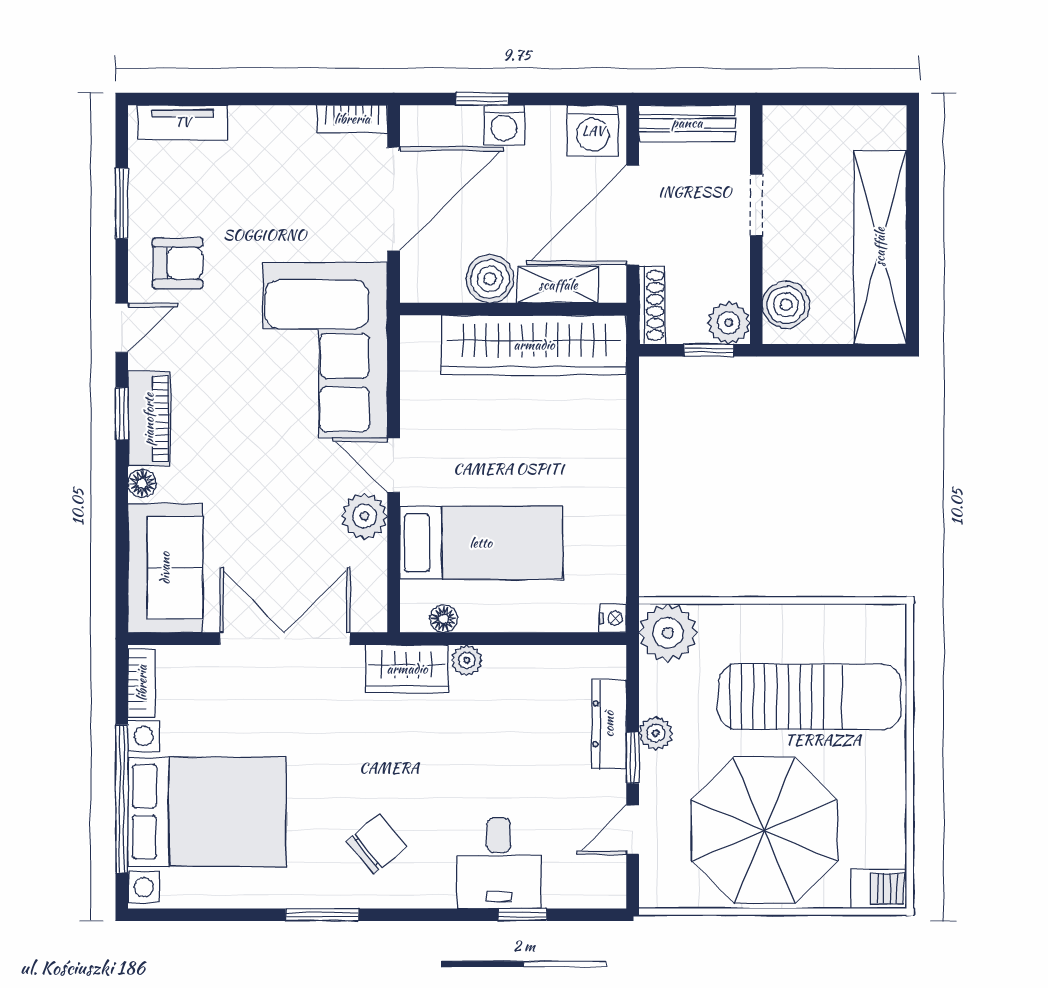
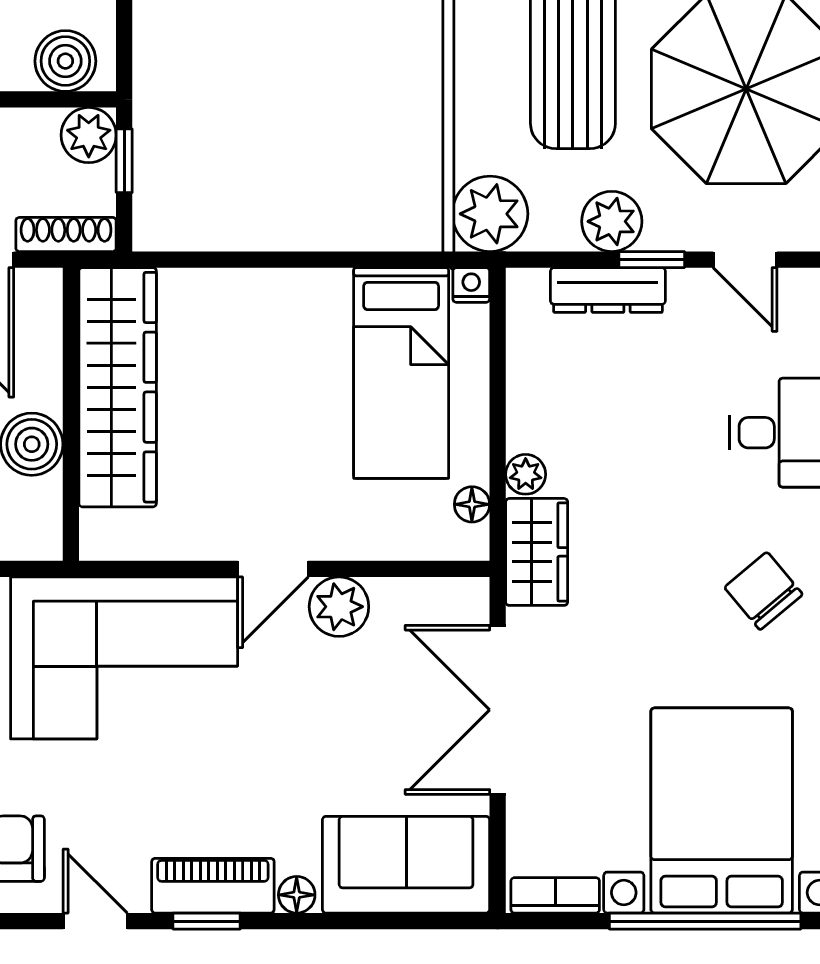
shelving: (558, 285) -> (39, 356), removed
bed: (481, 543) -> (401, 373), moved, turned 180
plant: (656, 733) -> (612, 221), width x1.38, depth x1.38

